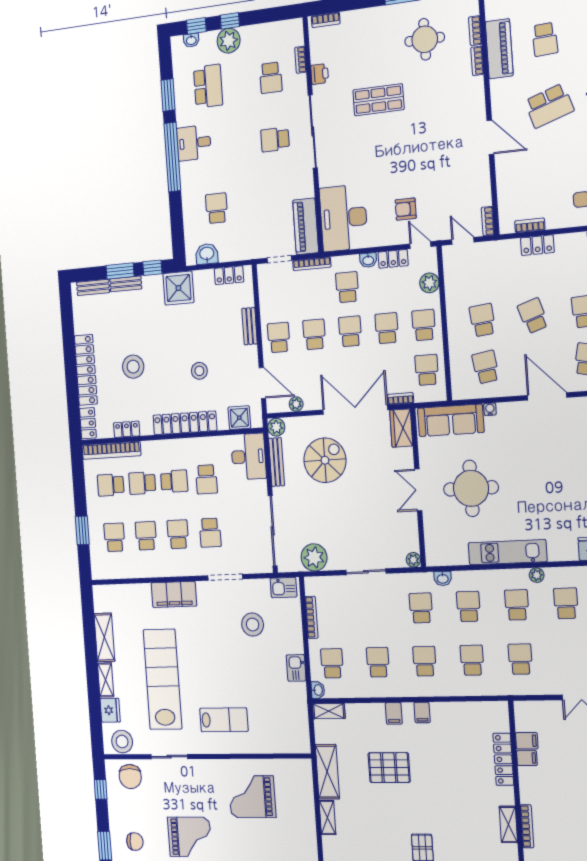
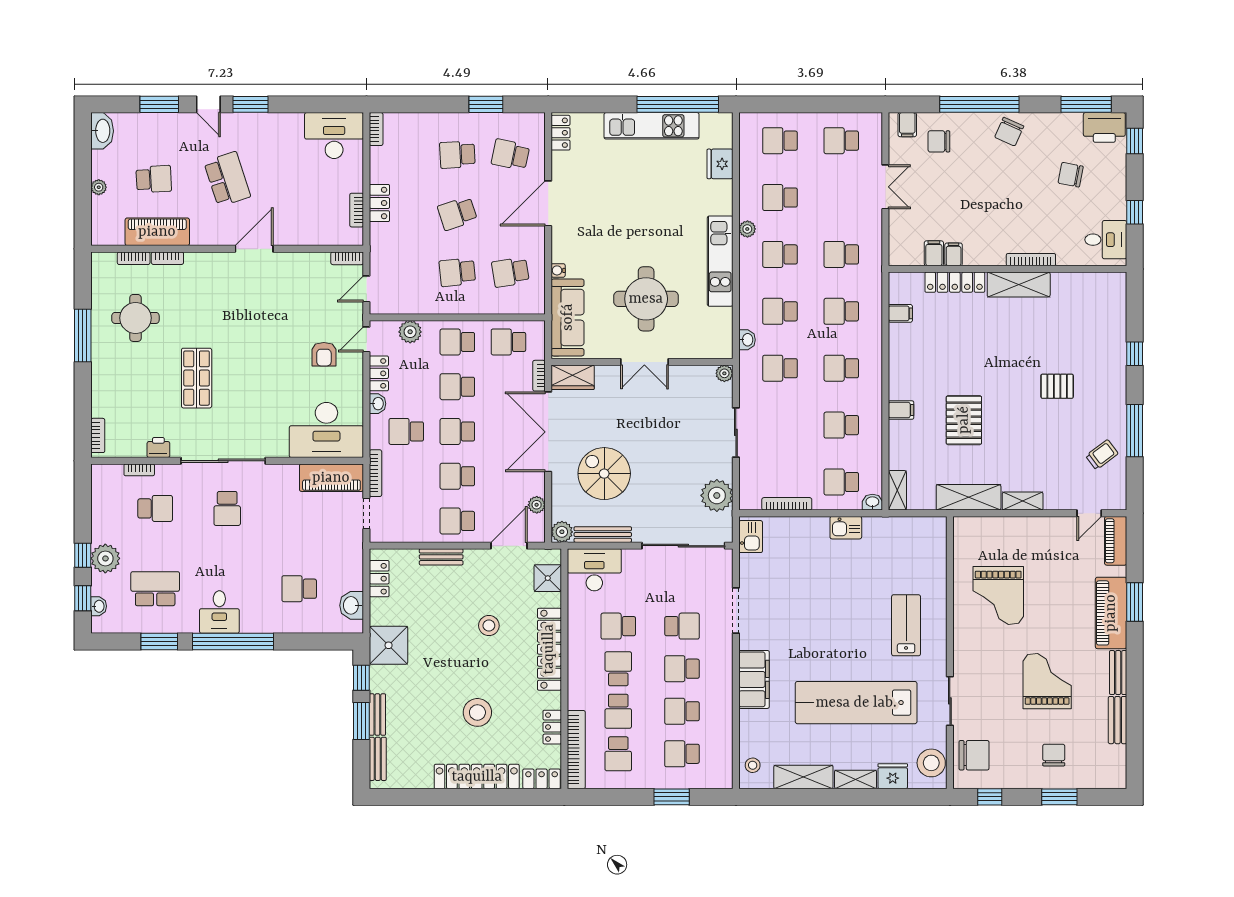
school desk: (206, 479) -> (618, 626), turned 180
stool: (253, 625) -> (753, 765), moved, width x0.53, depth x0.53
filing cabinet: (422, 712) -> (900, 313), moved
shelving: (508, 824) -> (1019, 285), width x1.50, depth x1.33

